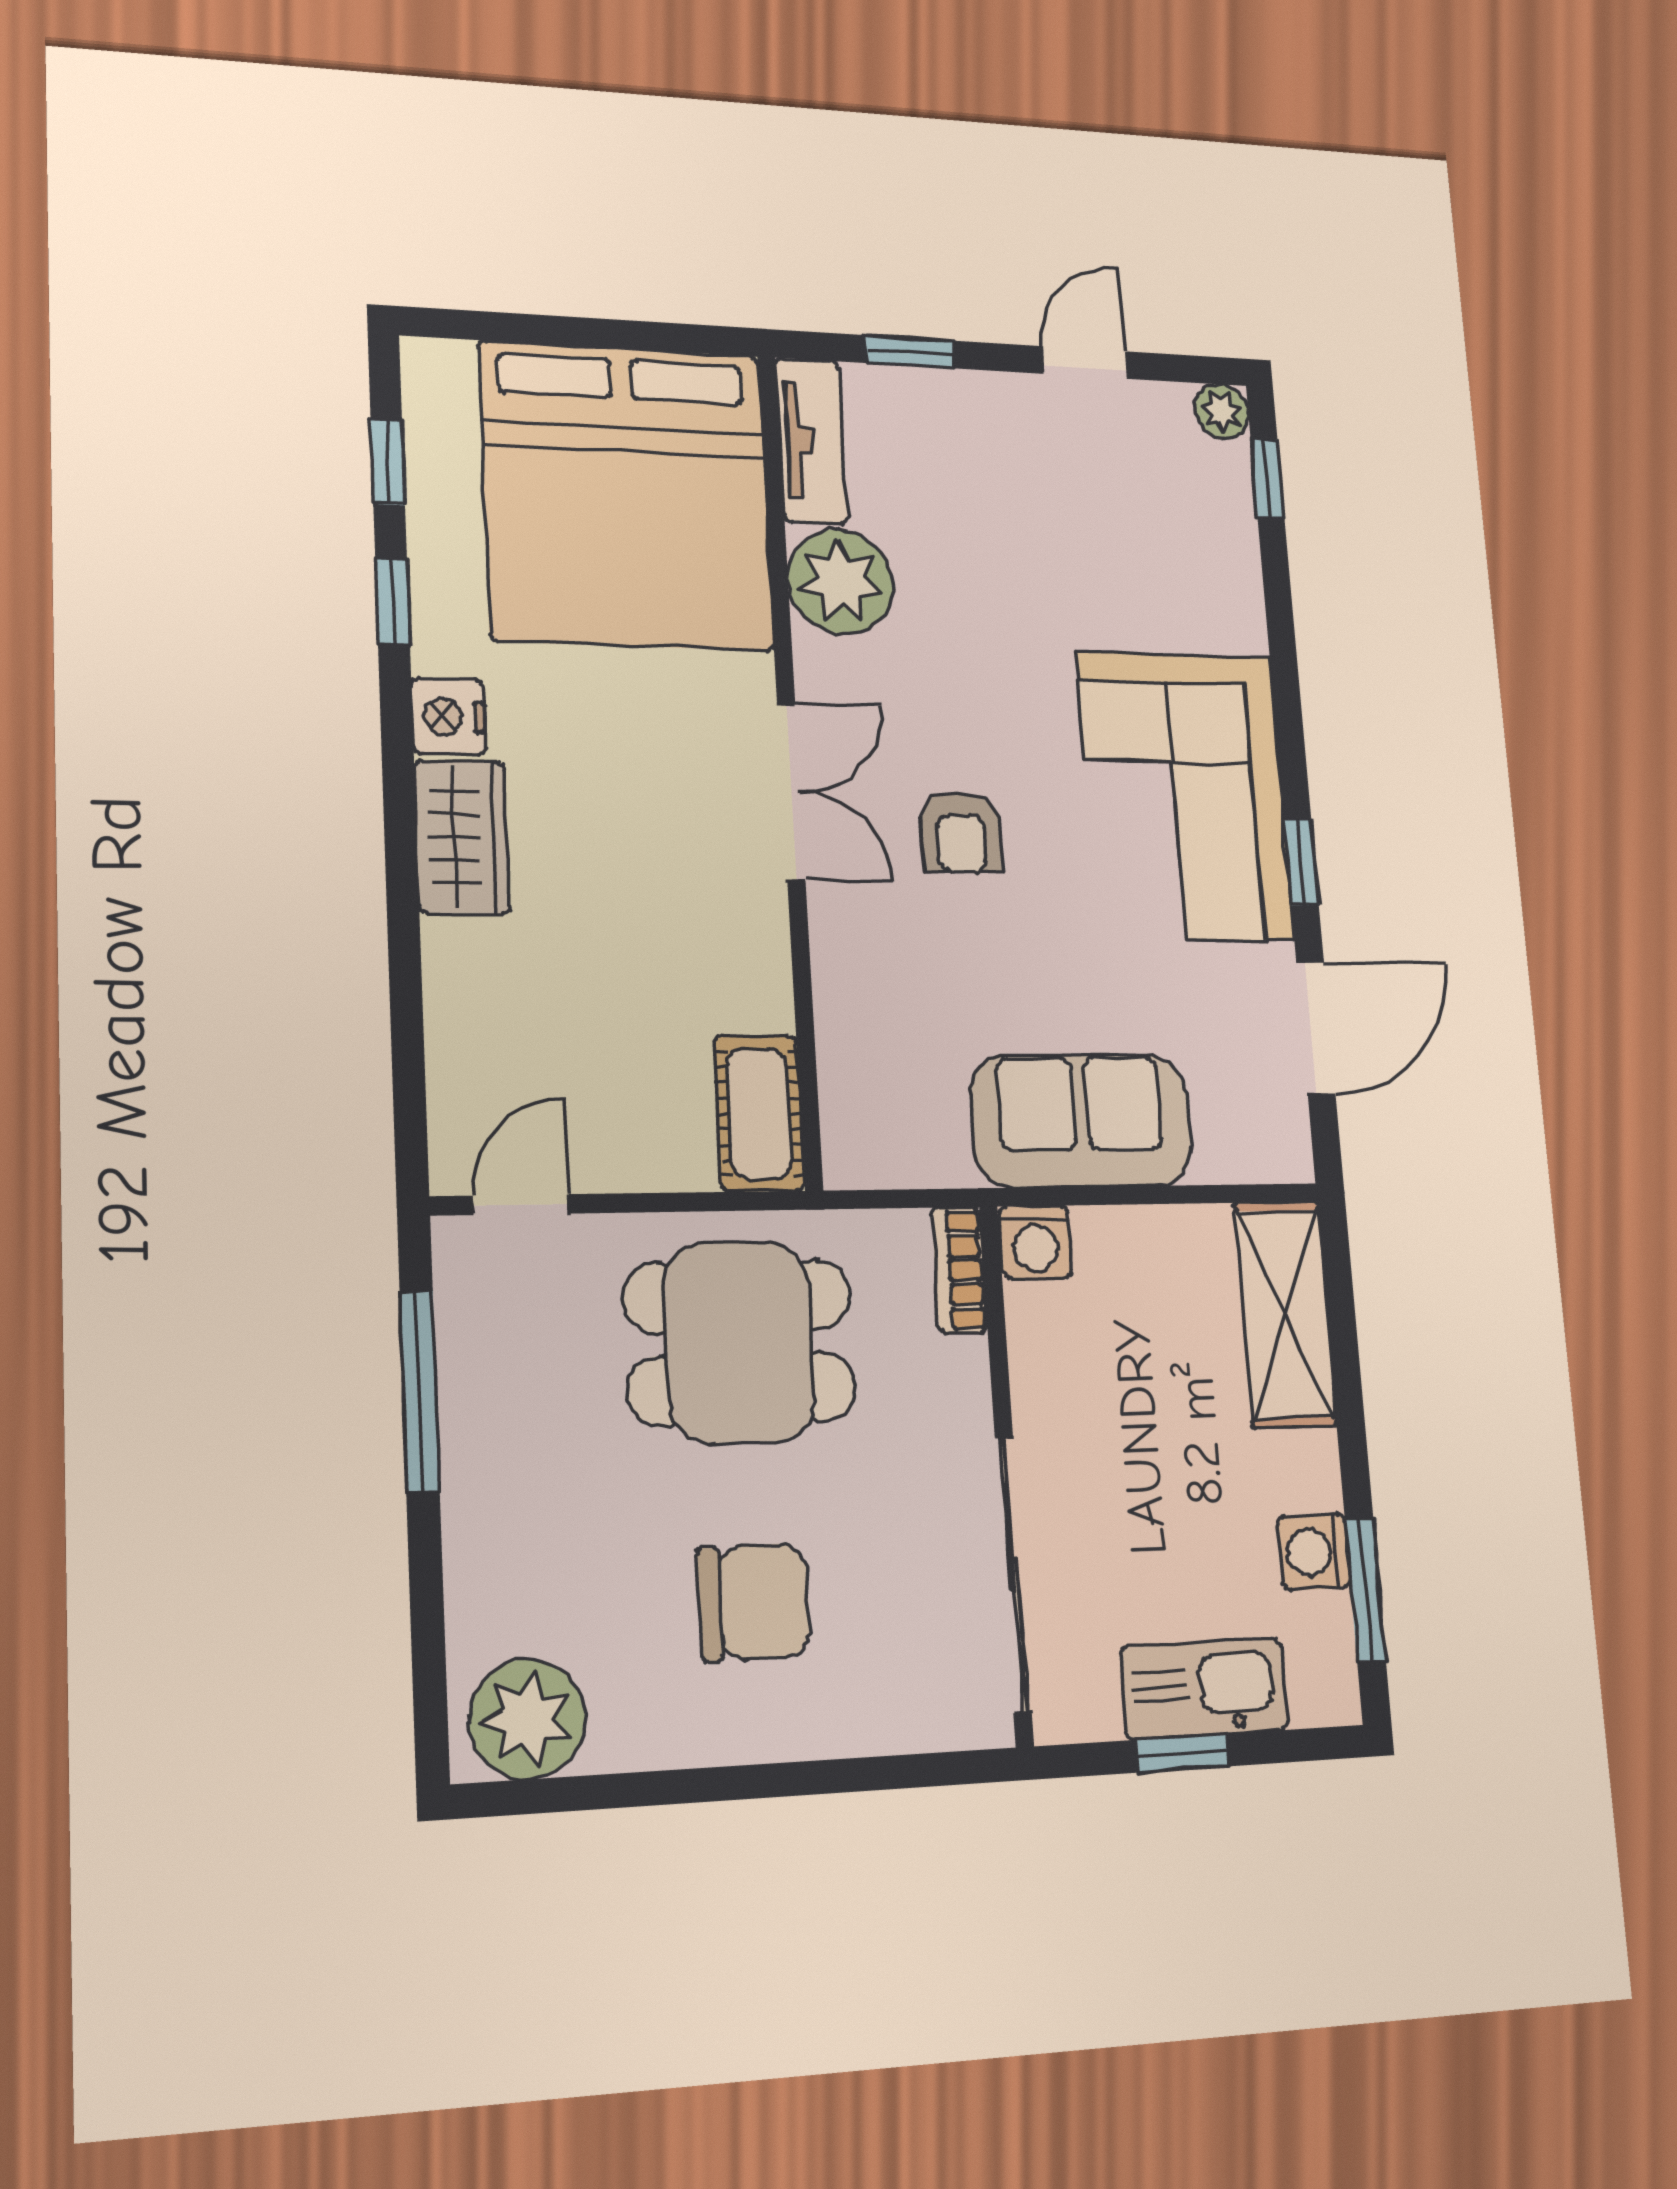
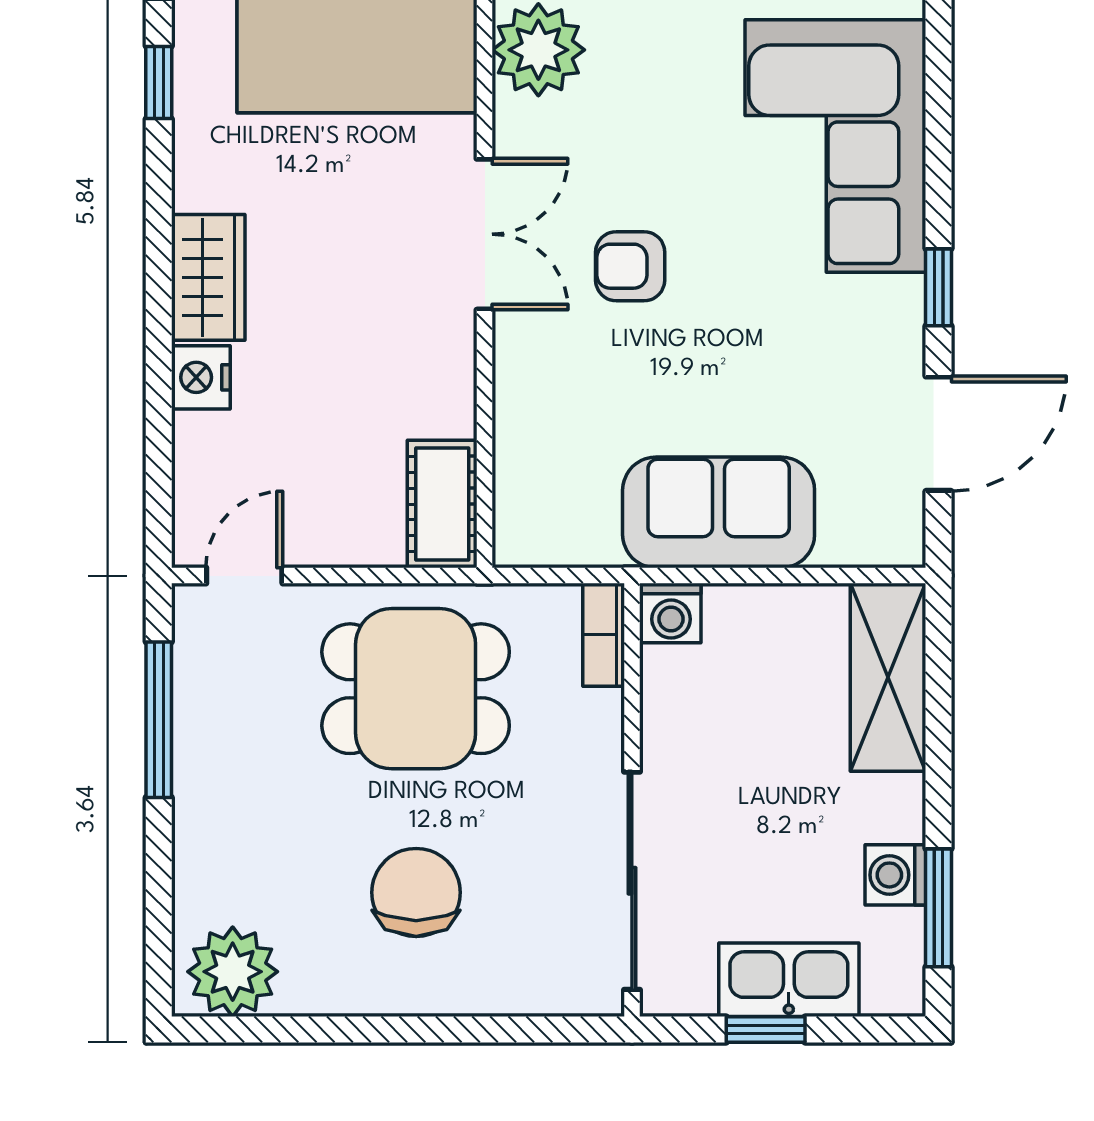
nightstand: (448, 717) -> (201, 377), moved
corner sofa: (1185, 796) -> (835, 146), moved
armchair: (961, 832) -> (630, 266), turned 90
chair: (754, 1602) -> (416, 892), turned -90

